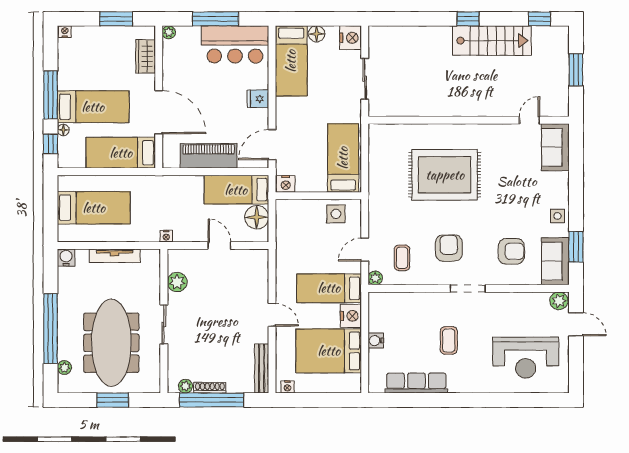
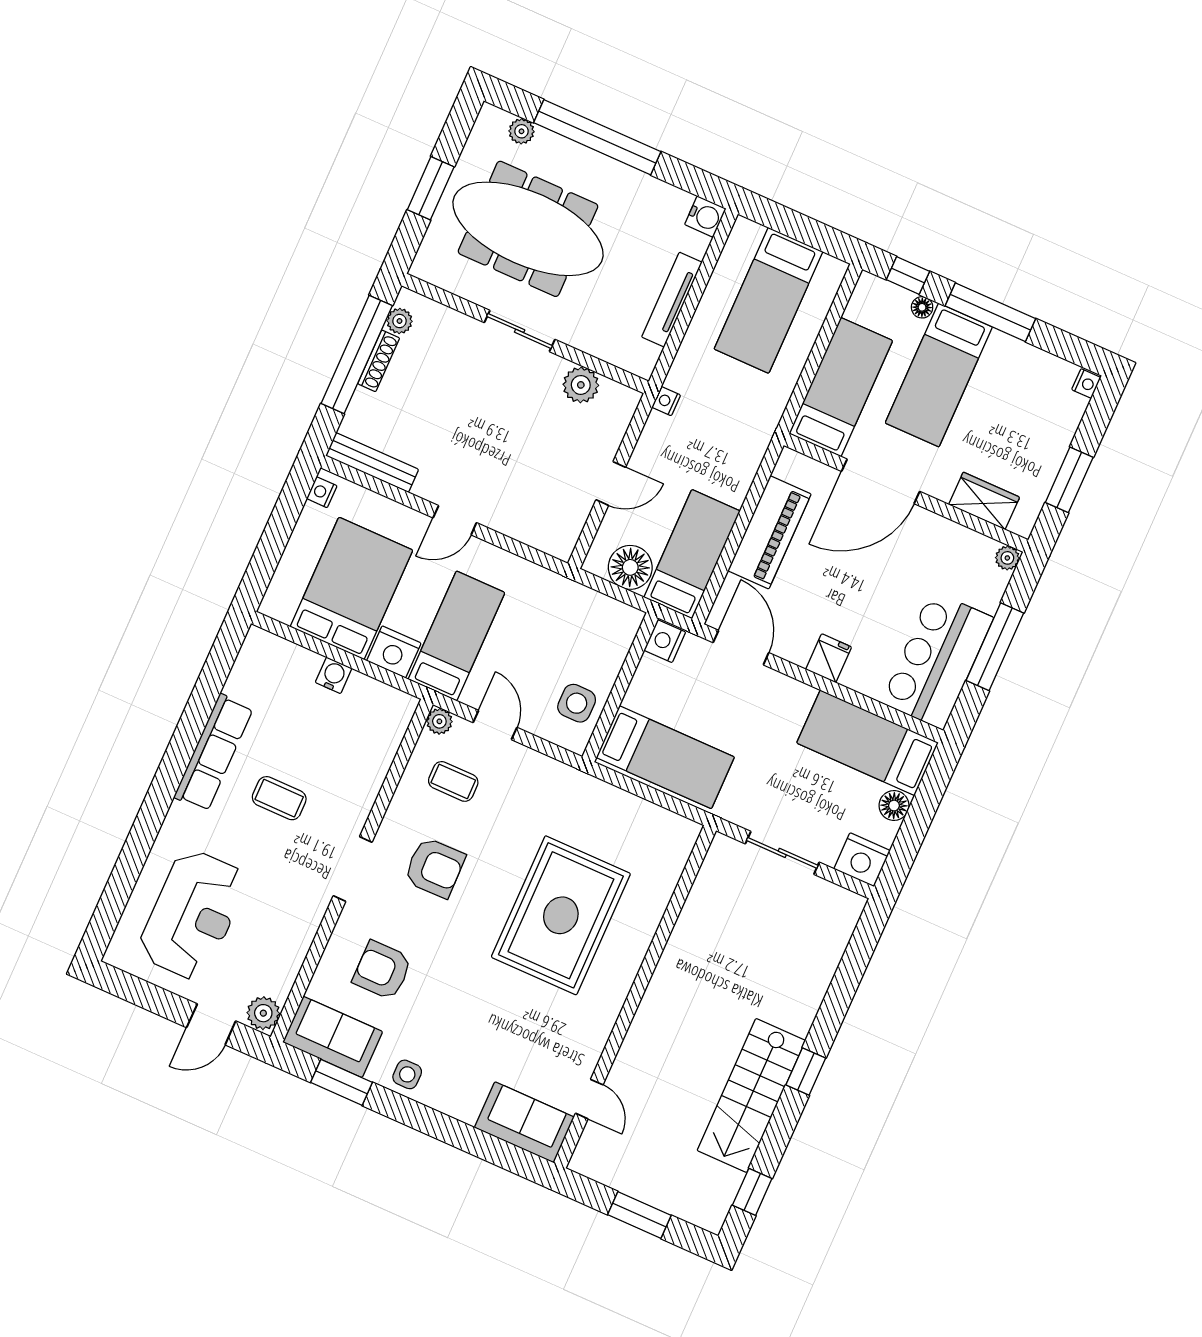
armchair: (511, 251) -> (382, 970), turned 90
reception desk: (526, 358) -> (193, 915), turned 180
row of seats: (416, 383) -> (214, 753), moved

